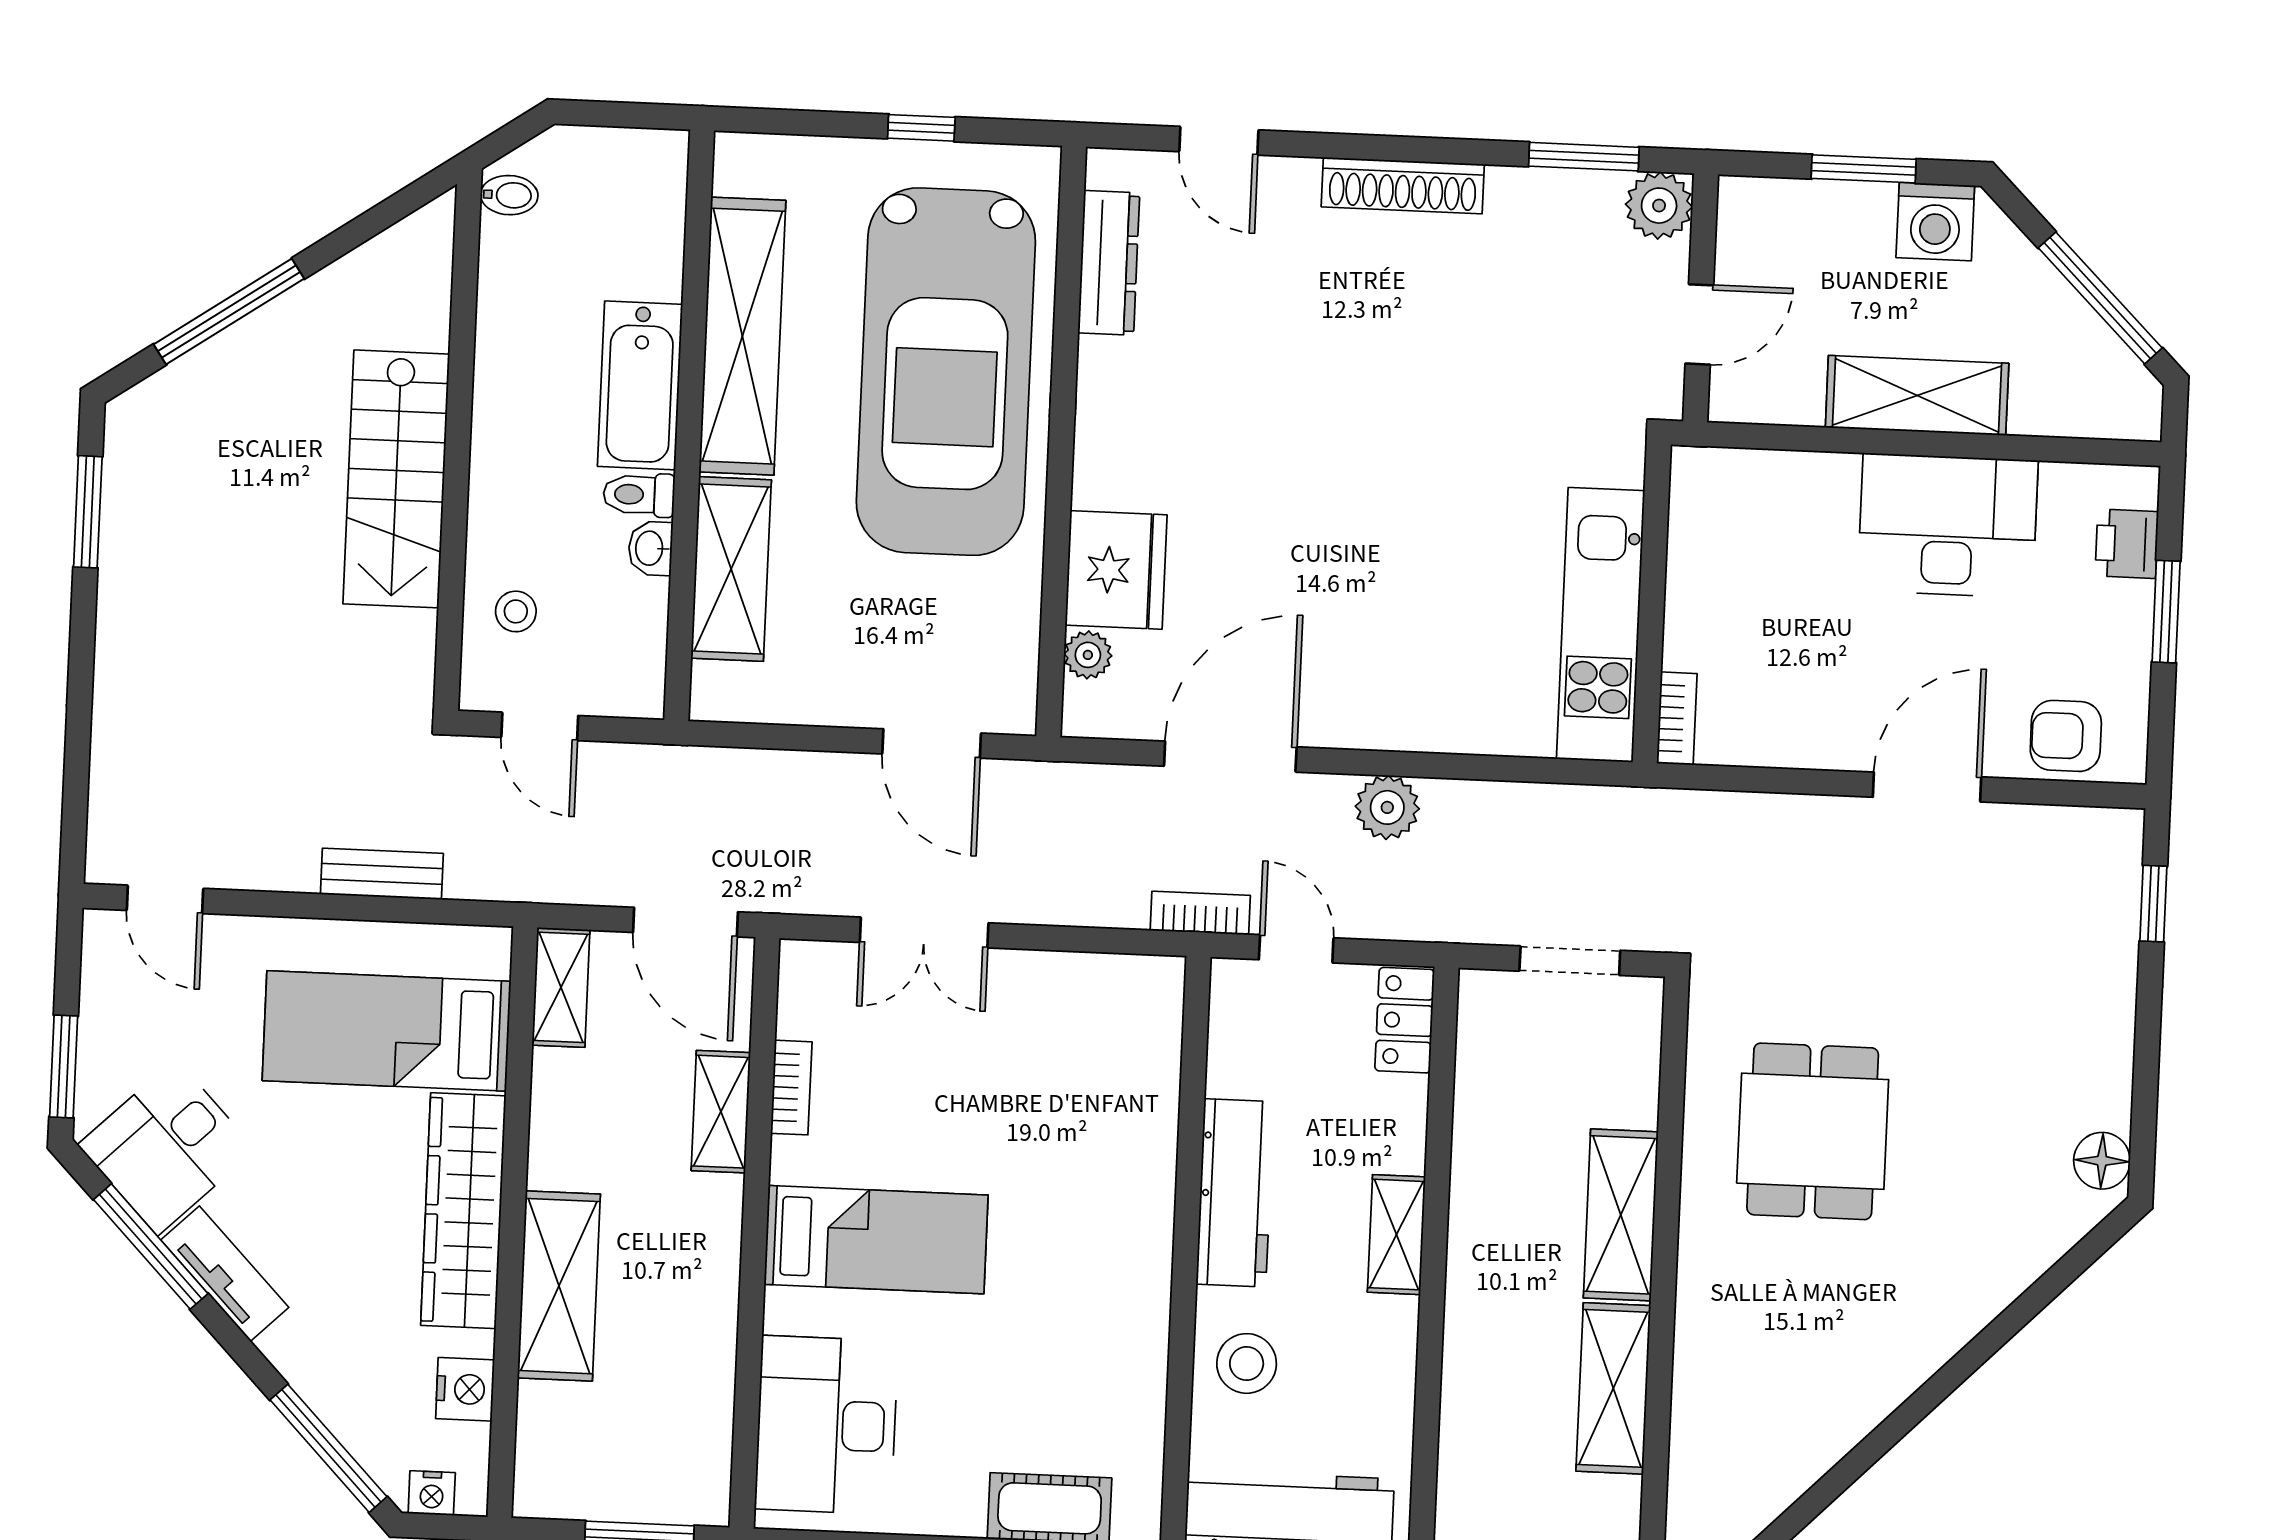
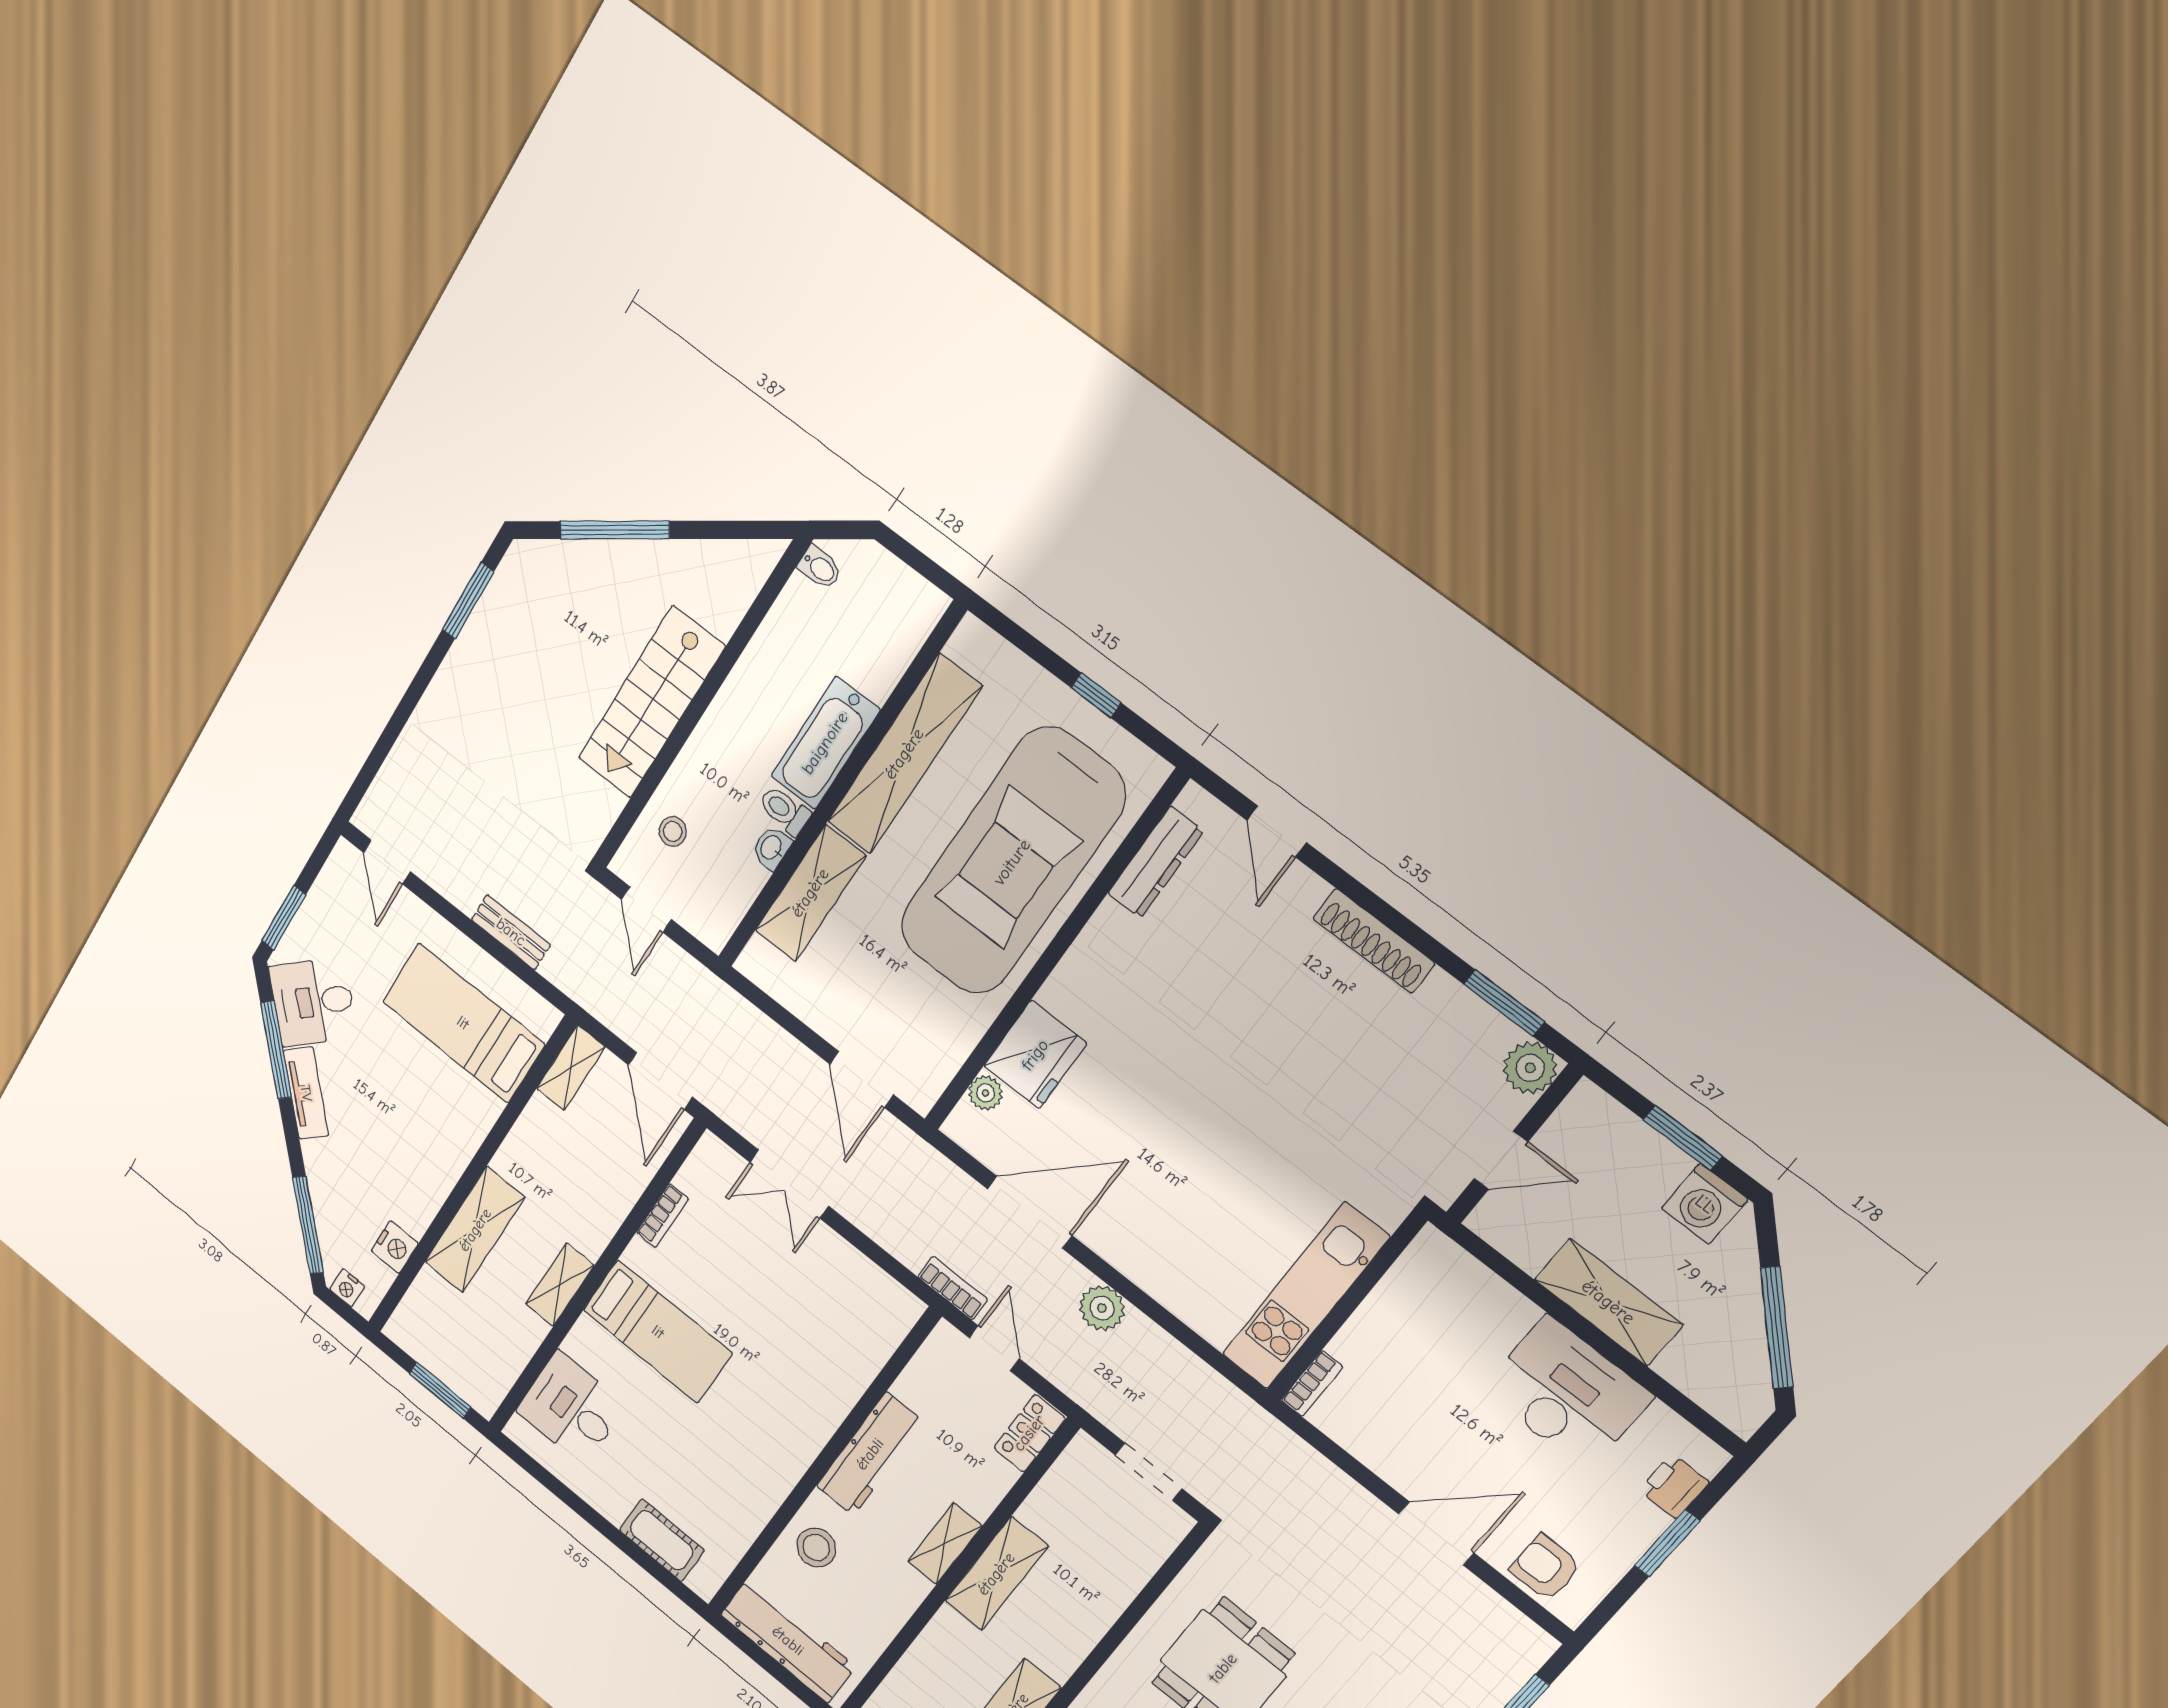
shelving: (721, 1112) -> (560, 1285), moved
wardrobe: (463, 1211) -> (448, 1152), removed
shelving: (1621, 1215) -> (996, 1574), moved
desk: (826, 1425) -> (571, 1408), width x0.73

